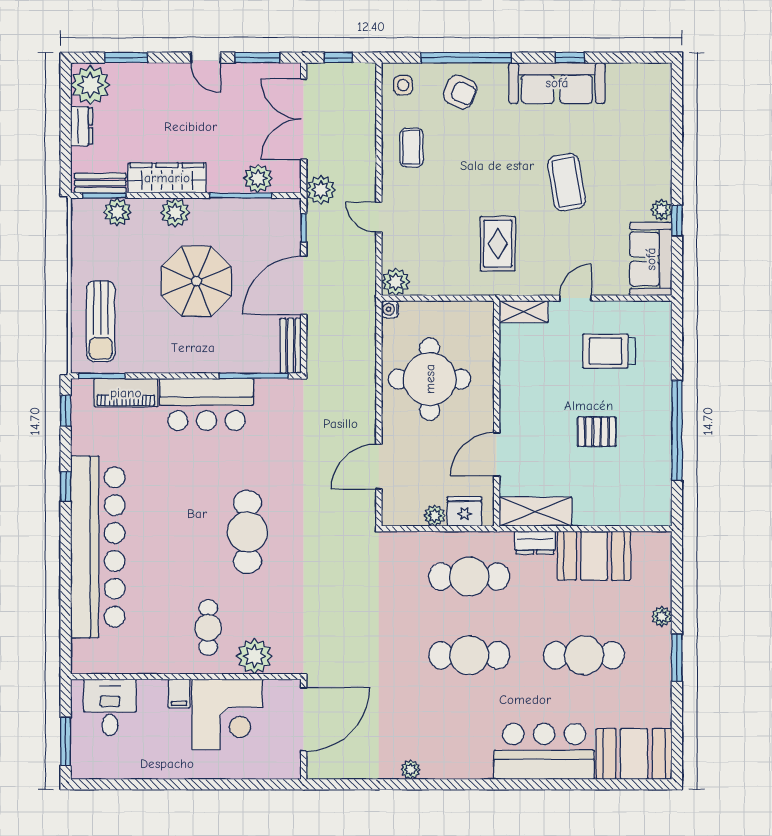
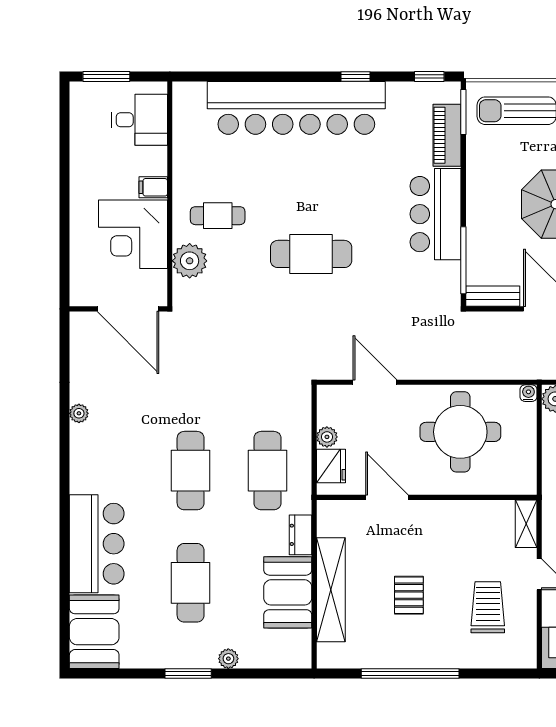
shelving: (536, 512) -> (331, 590), moved, width x1.47

